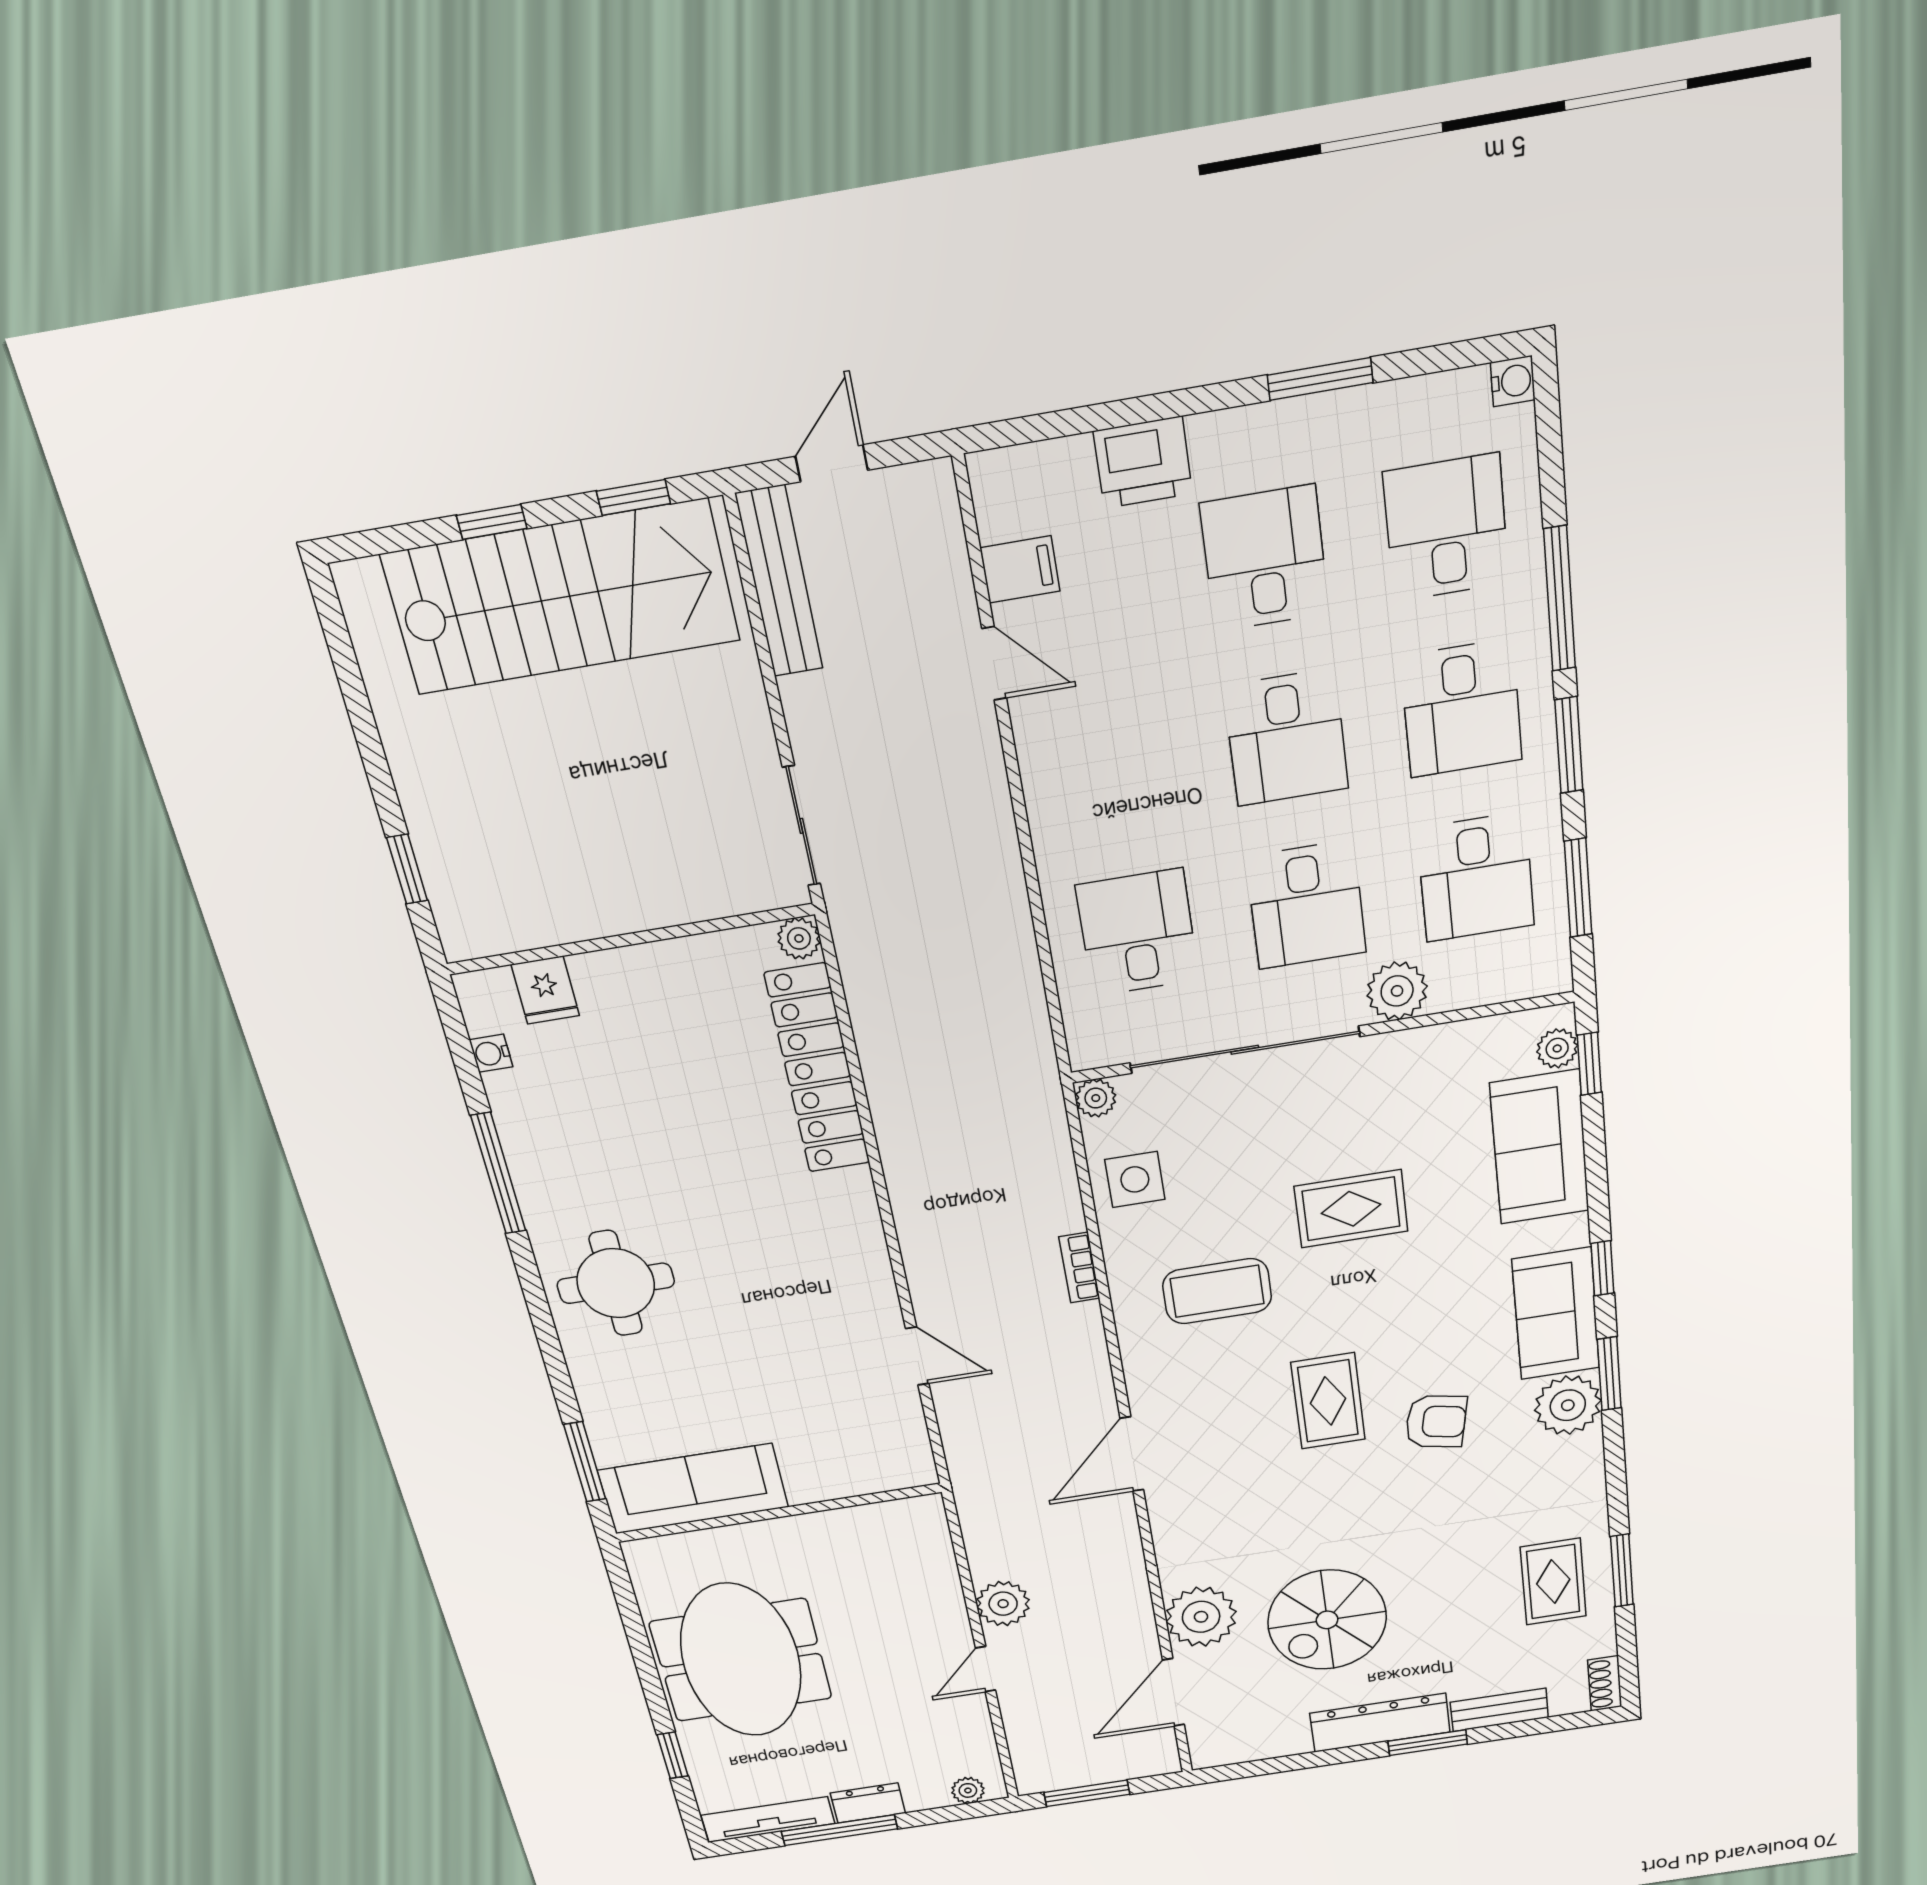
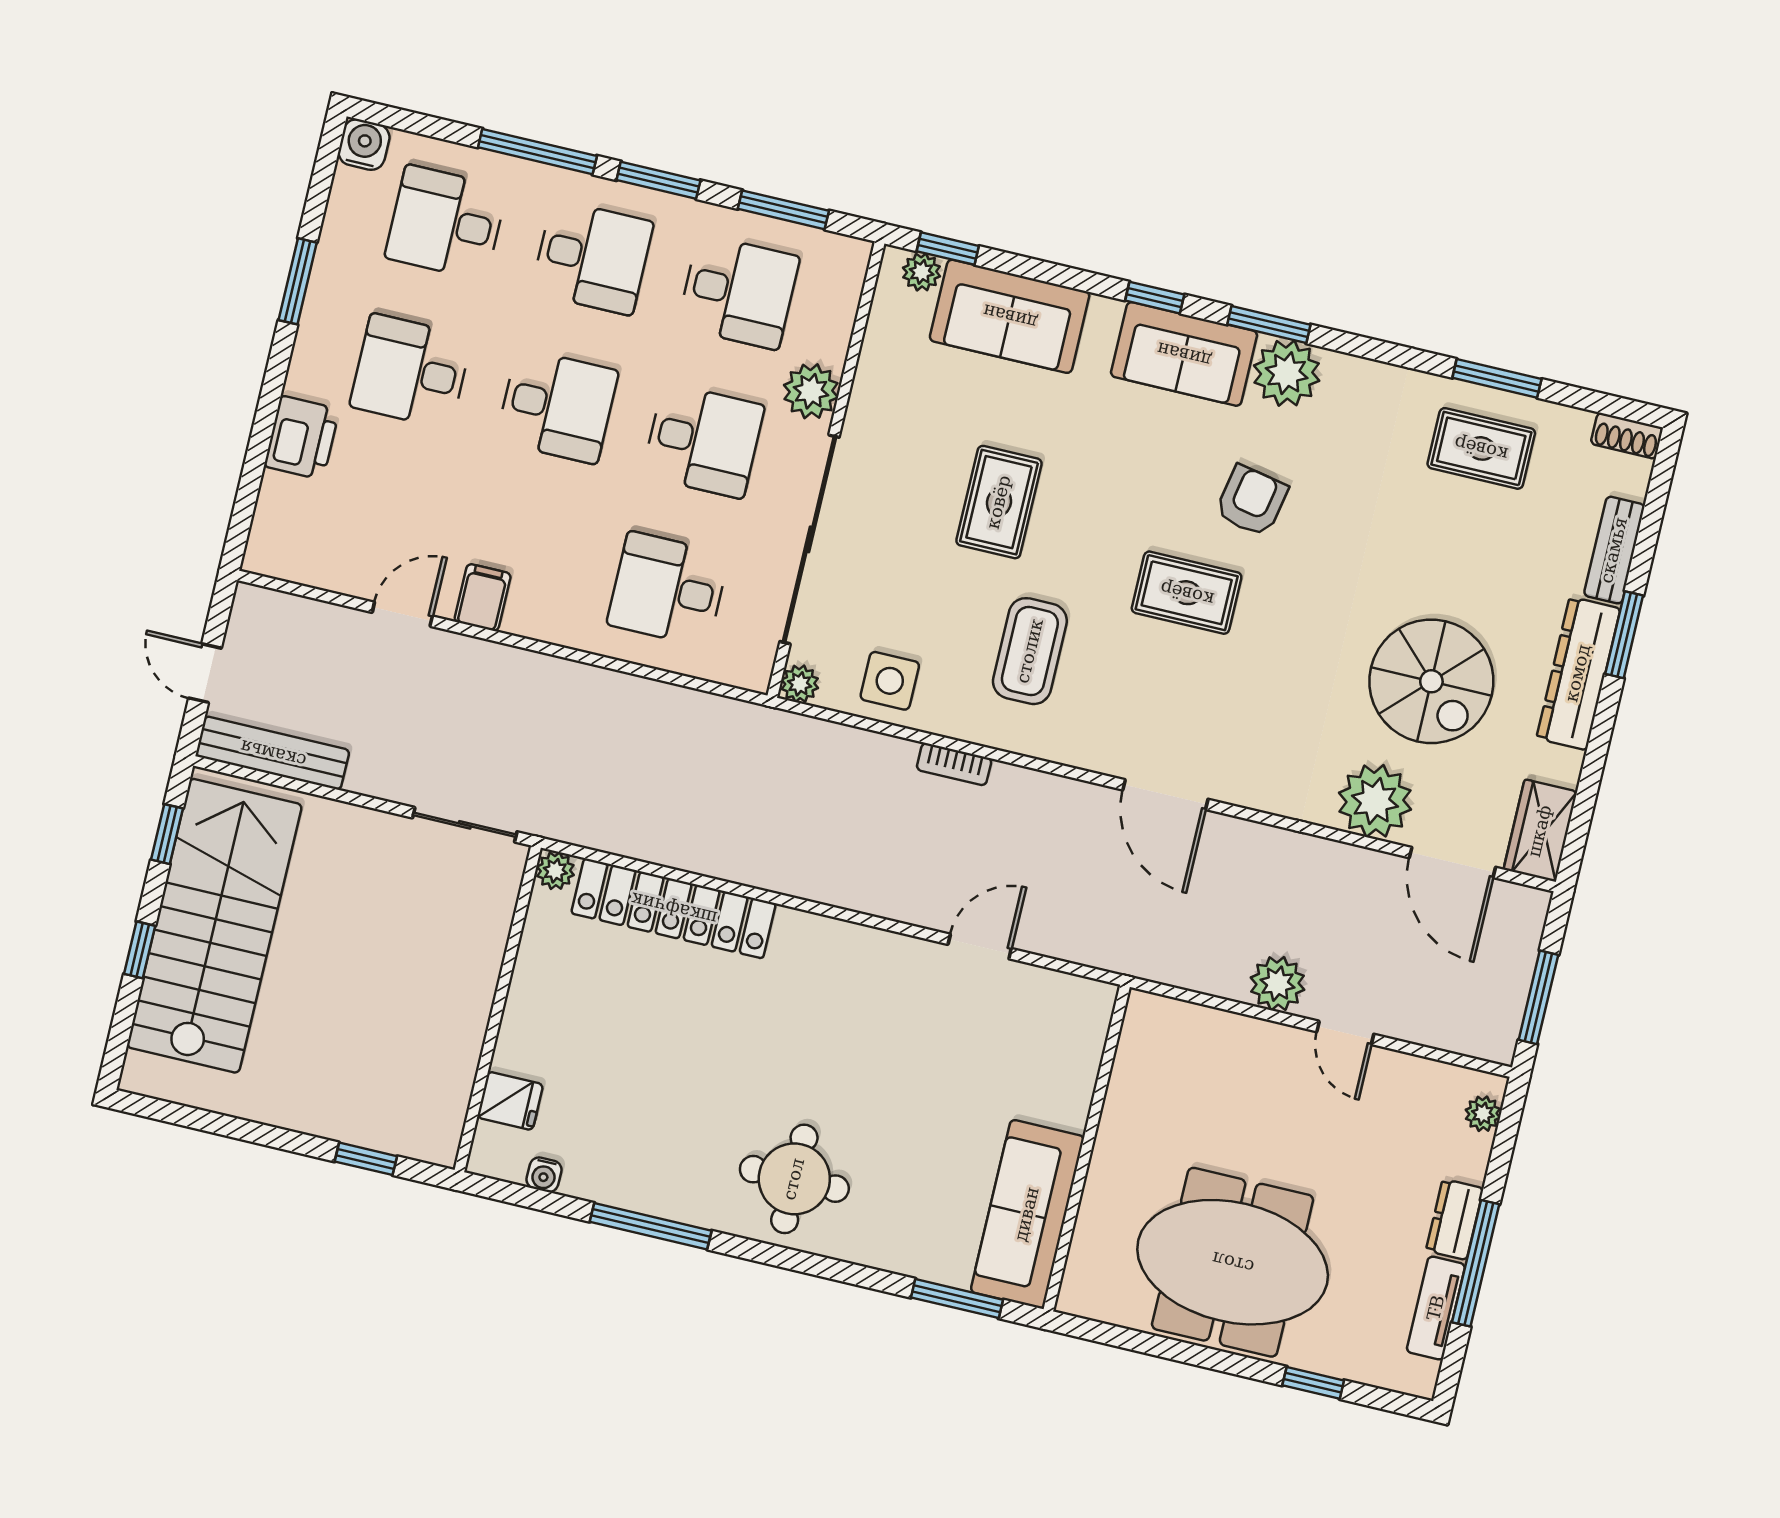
water cooler: (1513, 381) -> (364, 145), width x1.38, depth x1.38
filing cabinet: (1020, 569) -> (483, 597), moved
wardrobe: (1231, 1744) -> (1540, 831), added
tv unit: (768, 1819) -> (1436, 1308), width x0.71

